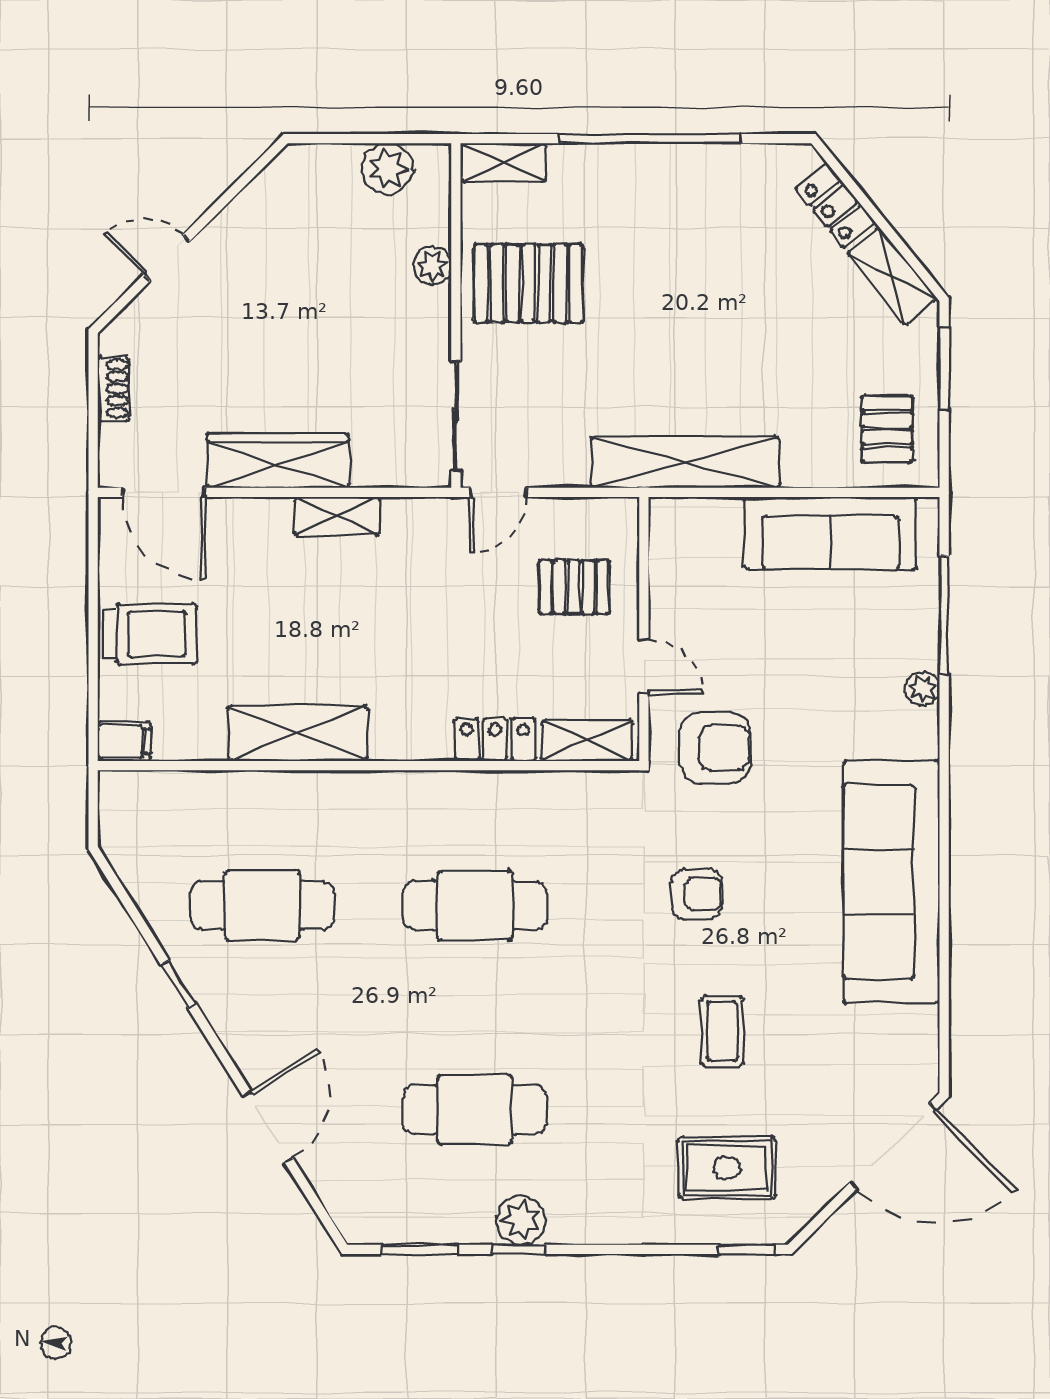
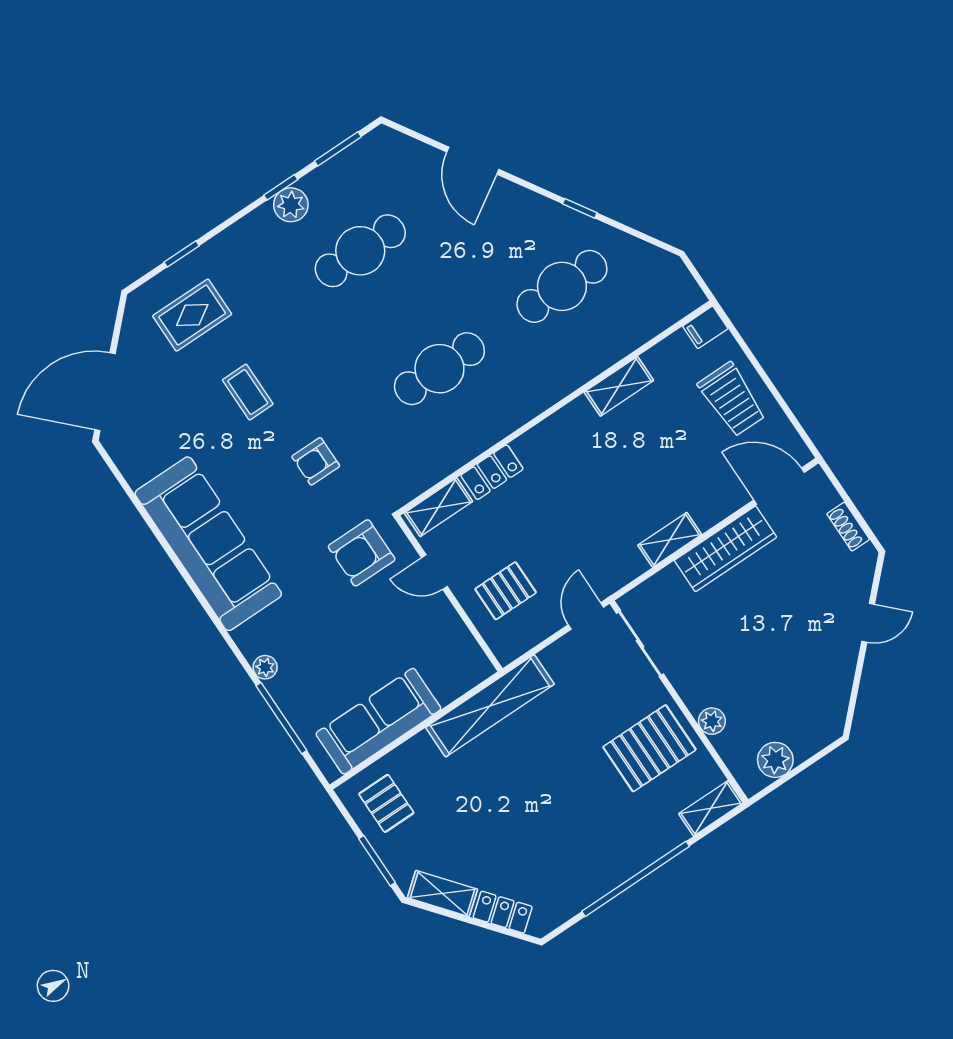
trolley: (150, 634) -> (732, 399), turned -90
shelving: (298, 733) -> (619, 386), width x0.67, depth x0.75
window: (746, 1249) -> (182, 254), moved

